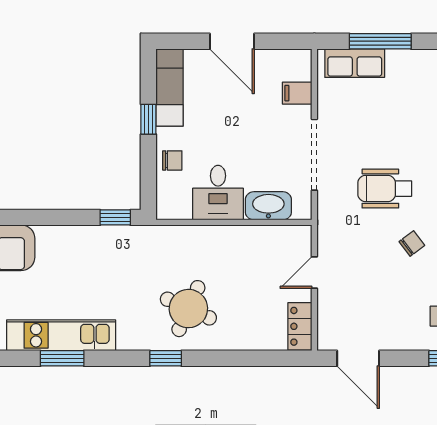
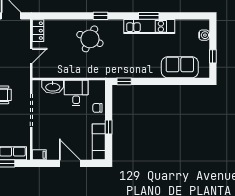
filing cabinet: (297, 93) -> (39, 155), moved

